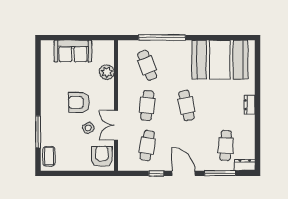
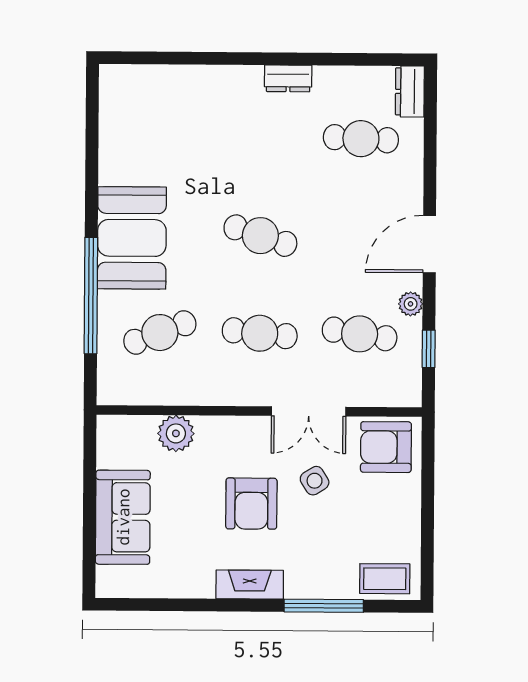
booth: (220, 60) -> (132, 238), moved, width x0.73, depth x0.70
fireplace: (46, 102) -> (250, 585), added
cafe table: (186, 105) -> (260, 236), turned 30
dresser: (250, 105) -> (288, 78), moved
plant: (159, 166) -> (411, 304), added
window: (156, 173) -> (429, 349), moved
window: (220, 173) -> (430, 153), removed

